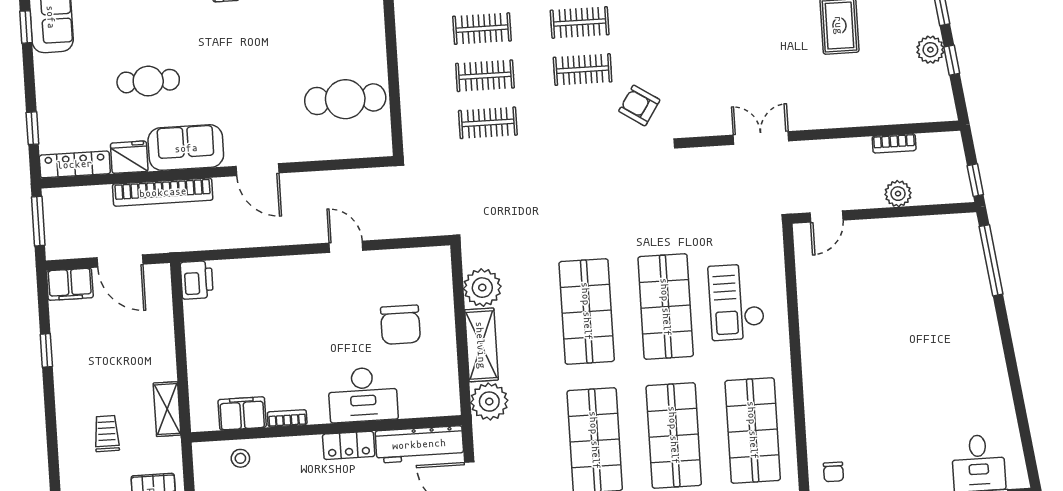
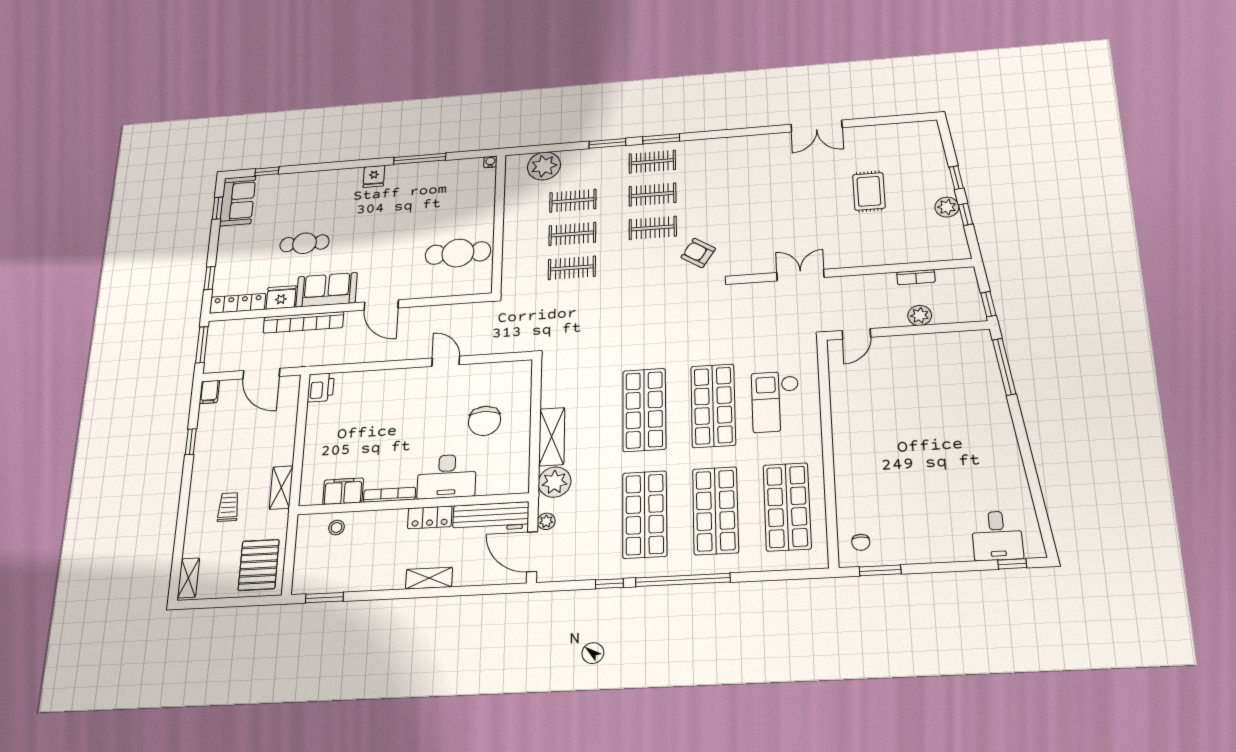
filing cabinet: (70, 284) -> (209, 392), width x0.50
plant: (482, 288) -> (546, 521), moved, width x0.53, depth x0.53
bookcase: (287, 418) -> (390, 495), width x1.56

